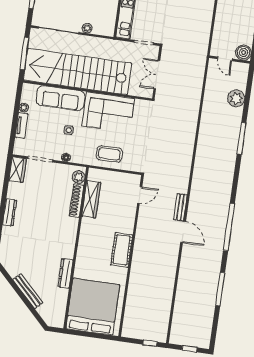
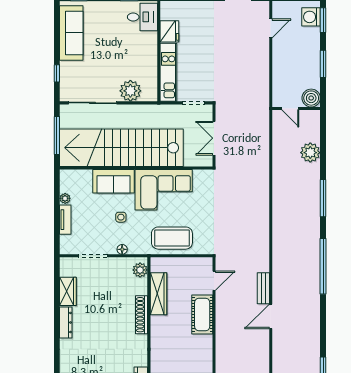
plant: (87, 28) -> (130, 91), width x1.88, depth x1.88
sofa: (61, 98) -> (113, 181), width x0.73
coffee table: (109, 154) -> (172, 238), width x1.36, depth x1.32
wardrobe: (18, 170) -> (68, 291), moved
shoe rack: (76, 201) -> (142, 315), moved
window: (229, 227) -> (323, 266), moved
door: (183, 232) -> (271, 316), swing flipped
cot: (122, 250) -> (202, 315), moved

